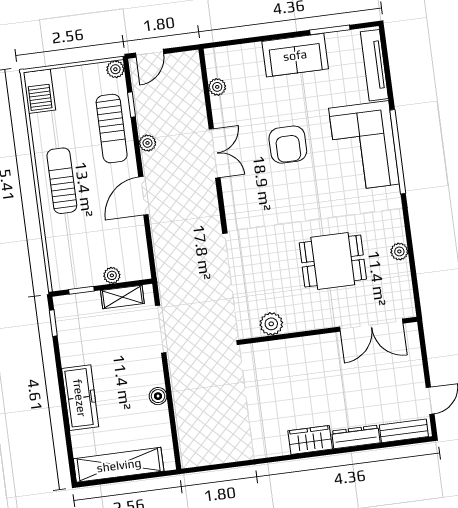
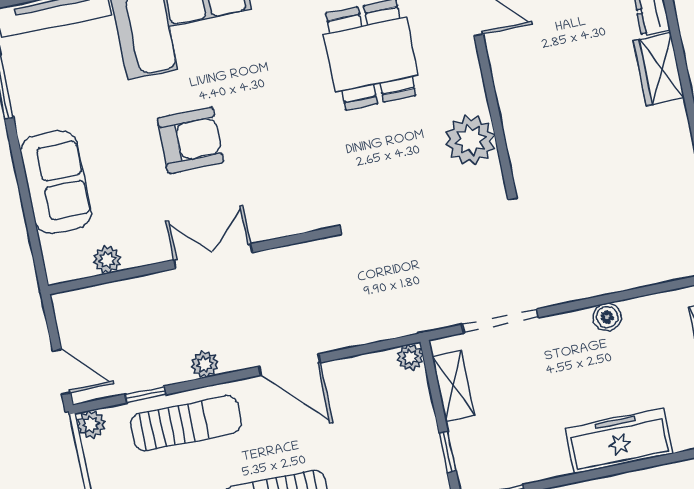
sofa: (295, 55) -> (56, 182), moved
plant: (112, 275) -> (410, 357), moved
plant: (271, 324) -> (470, 140), width x1.36, depth x1.36

